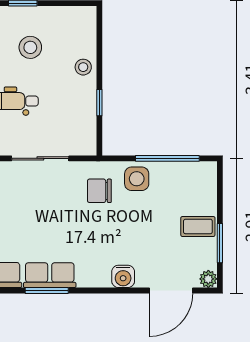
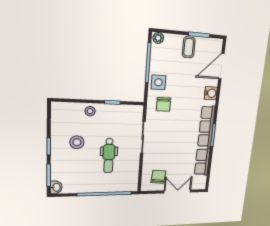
row of seats: (50, 275) -> (206, 127), width x1.48
plant: (208, 279) -> (158, 38), moved
door: (171, 290) -> (221, 66), swing flipped

